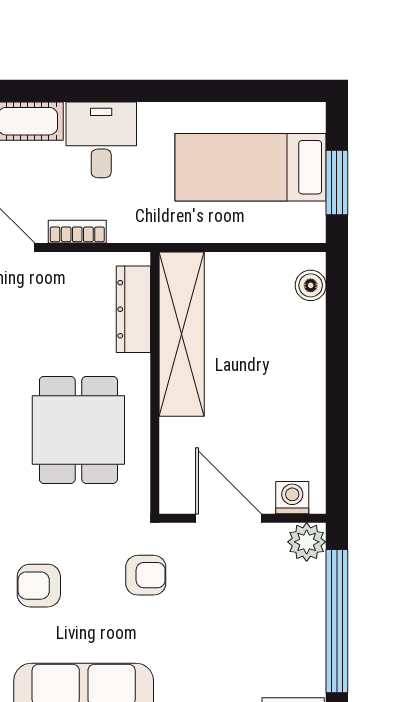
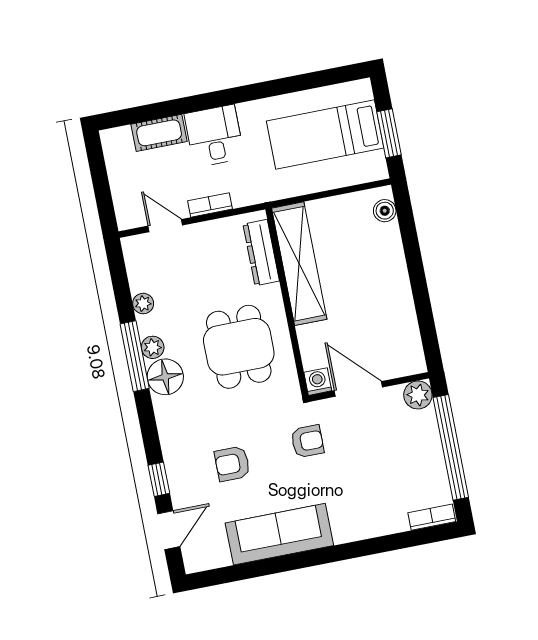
washing machine: (292, 498) -> (318, 382), moved

